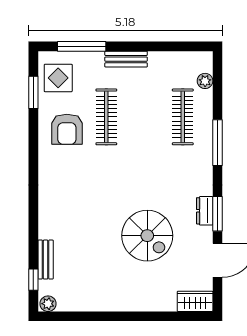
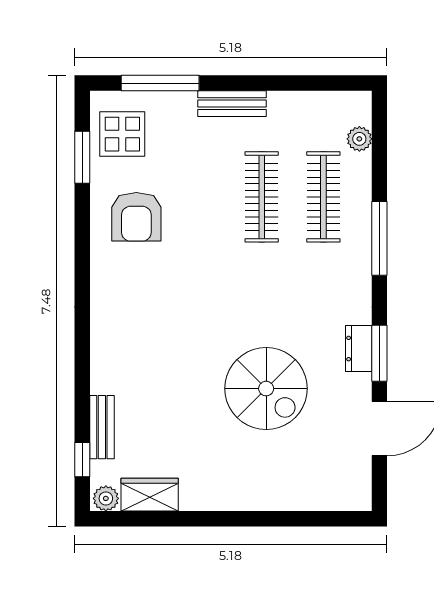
clothes rail: (106, 117) -> (262, 197), moved
wardrobe: (195, 301) -> (150, 495), moved

